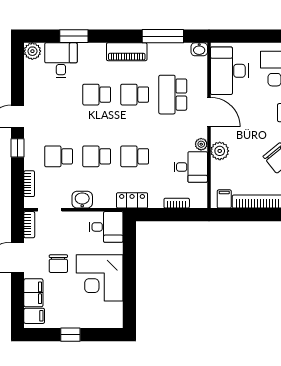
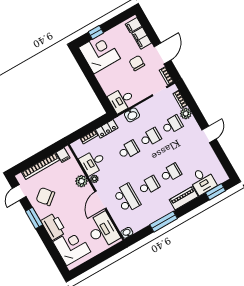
window: (74, 36) -> (215, 192), moved
window: (163, 36) -> (164, 222), moved
plant: (32, 51) -> (186, 114), moved
piano: (127, 52) -> (184, 198), moved
door: (209, 112) -> (101, 200), hinge flipped
window: (18, 148) -> (199, 116), removed
washbasin: (82, 200) -> (132, 115), moved
locker: (132, 200) -> (107, 129), moved
corner desk: (100, 278) -> (100, 53), moved
window: (70, 335) -> (96, 32), moved

